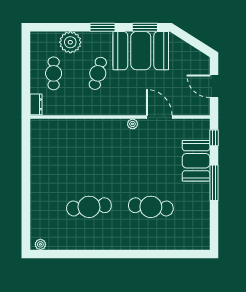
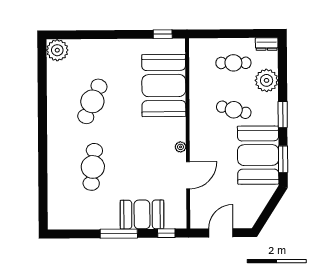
dresser: (36, 104) -> (267, 44), moved
booth: (74, 139) -> (164, 86), added
window: (26, 140) -> (163, 34), added
cafe table: (89, 207) -> (92, 101), turned 30
plant: (40, 244) -> (57, 50), width x1.88, depth x1.88

